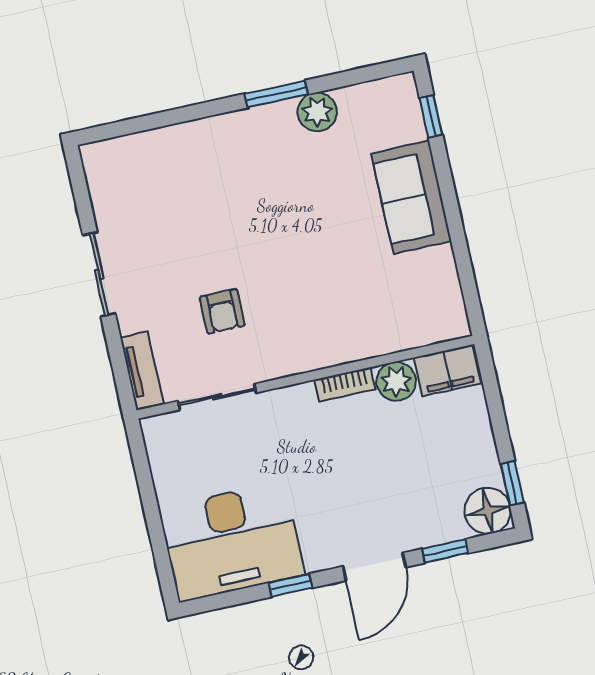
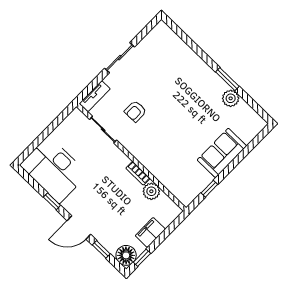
window: (431, 116) -> (209, 189), moved
filing cabinet: (447, 370) -> (150, 232), moved, turned 90

